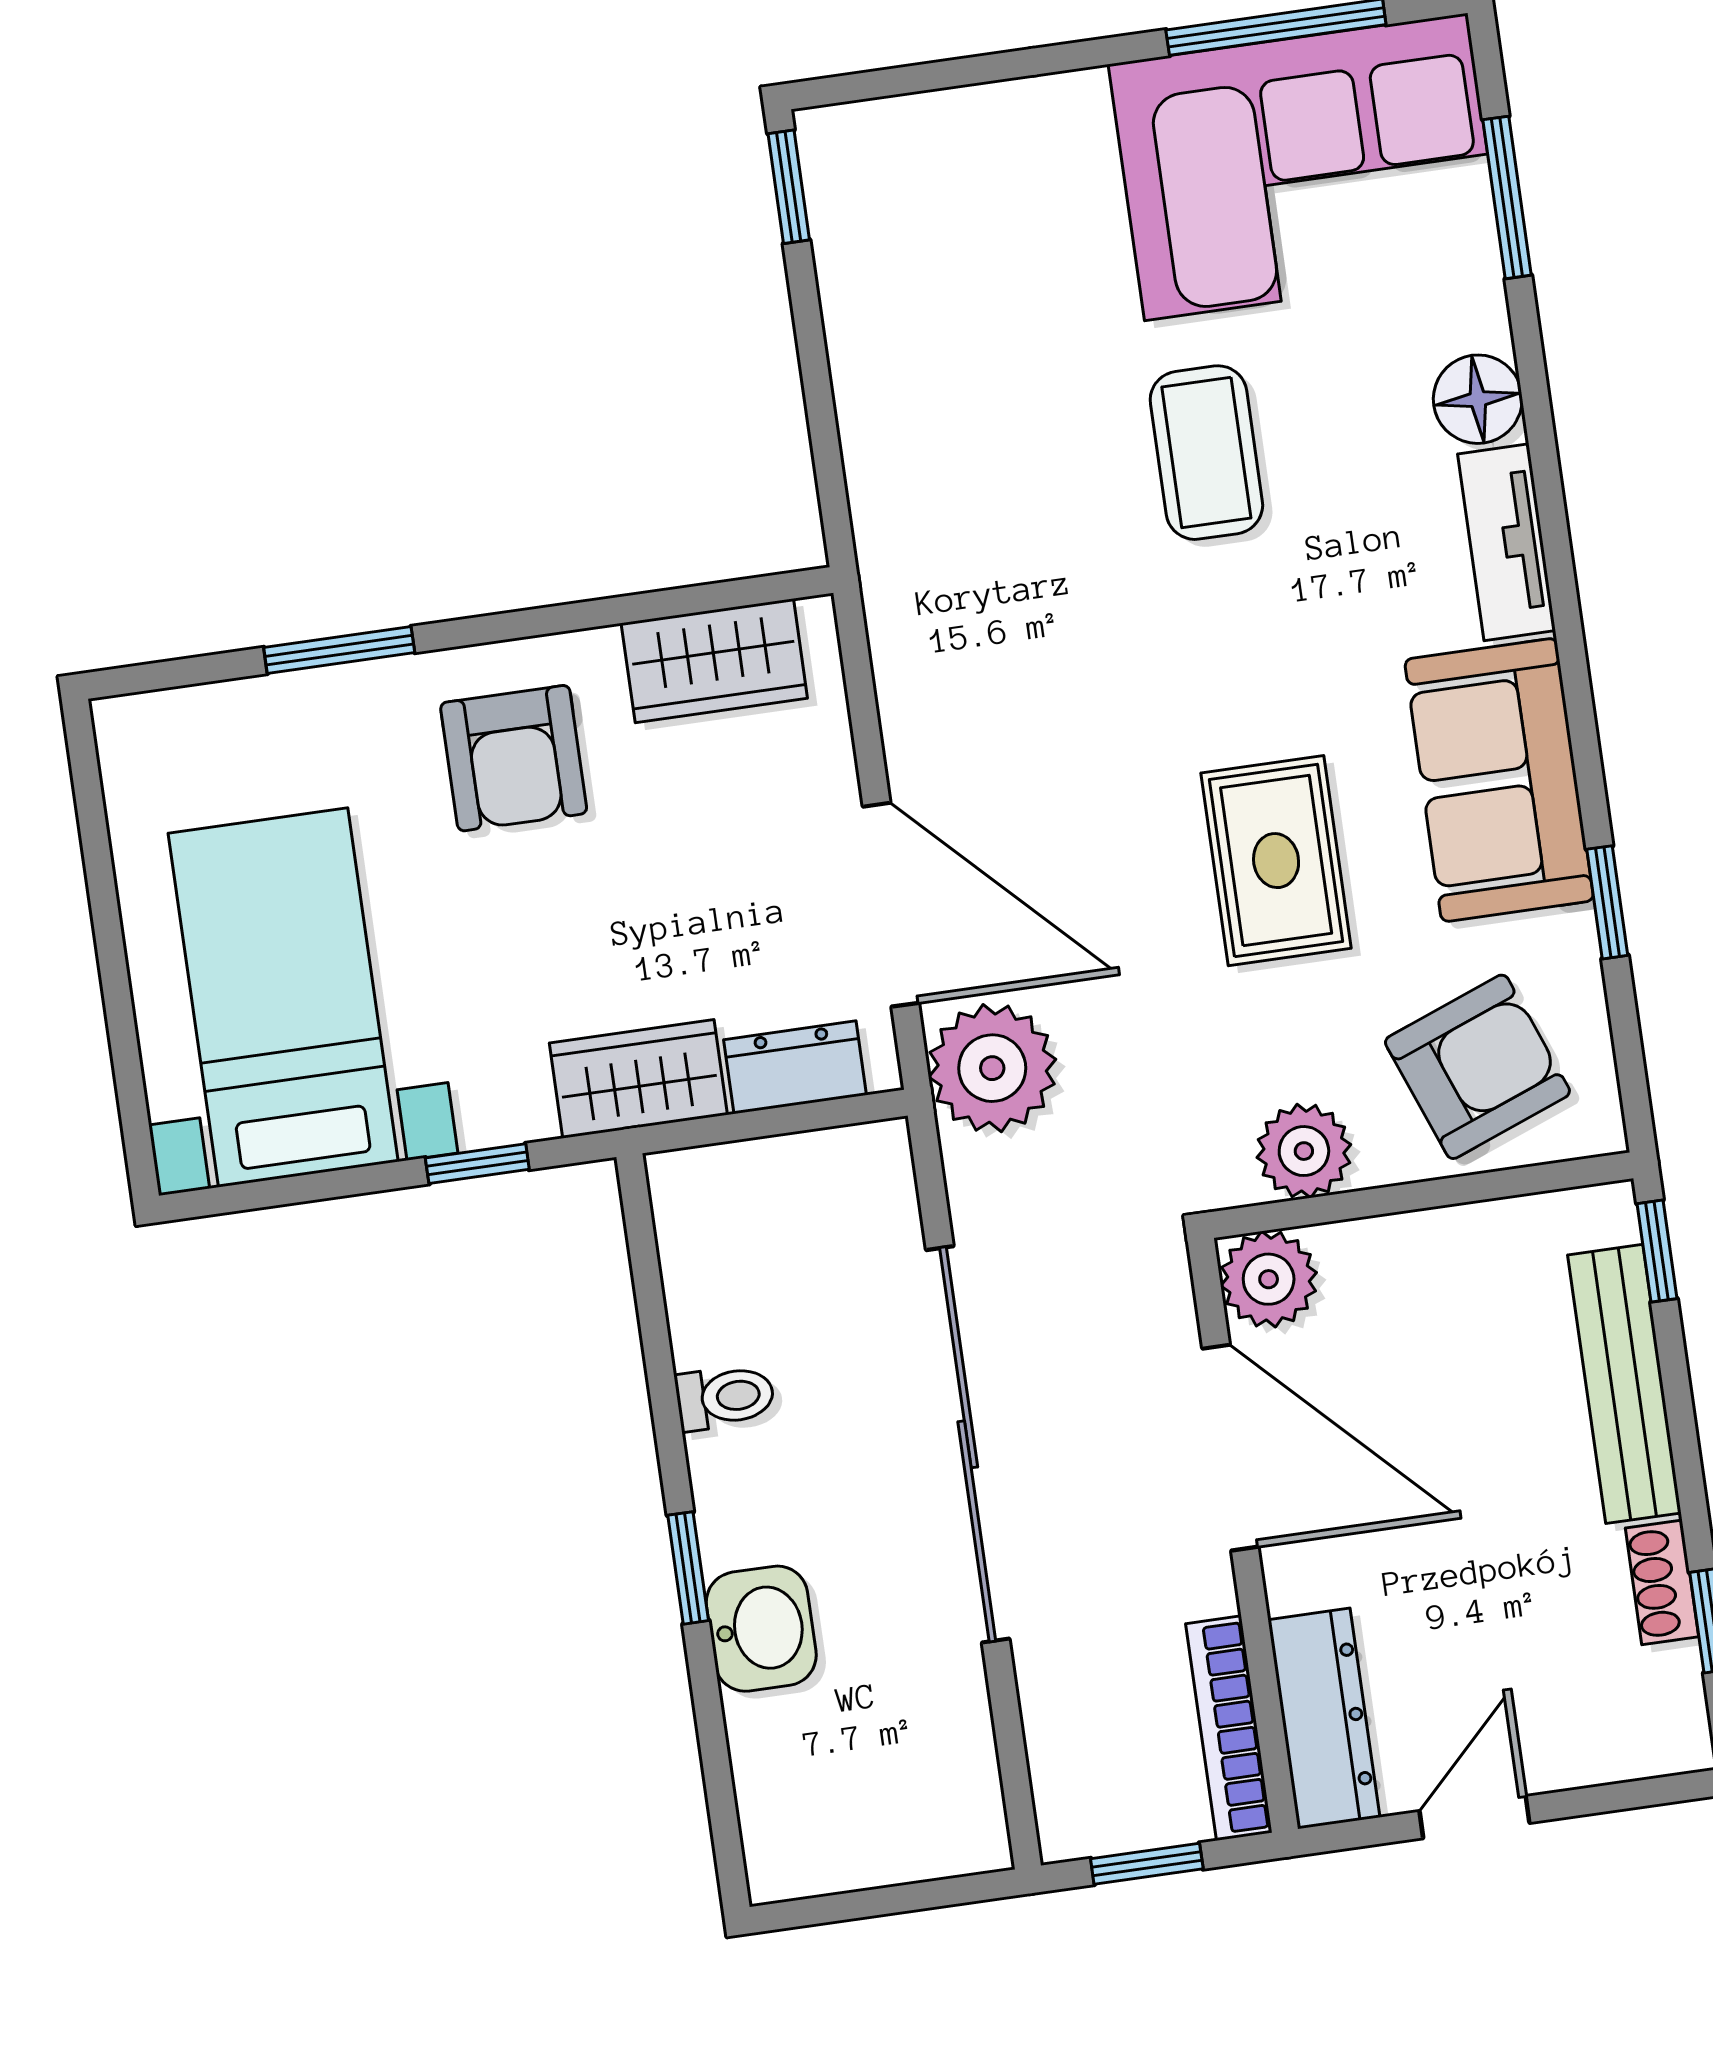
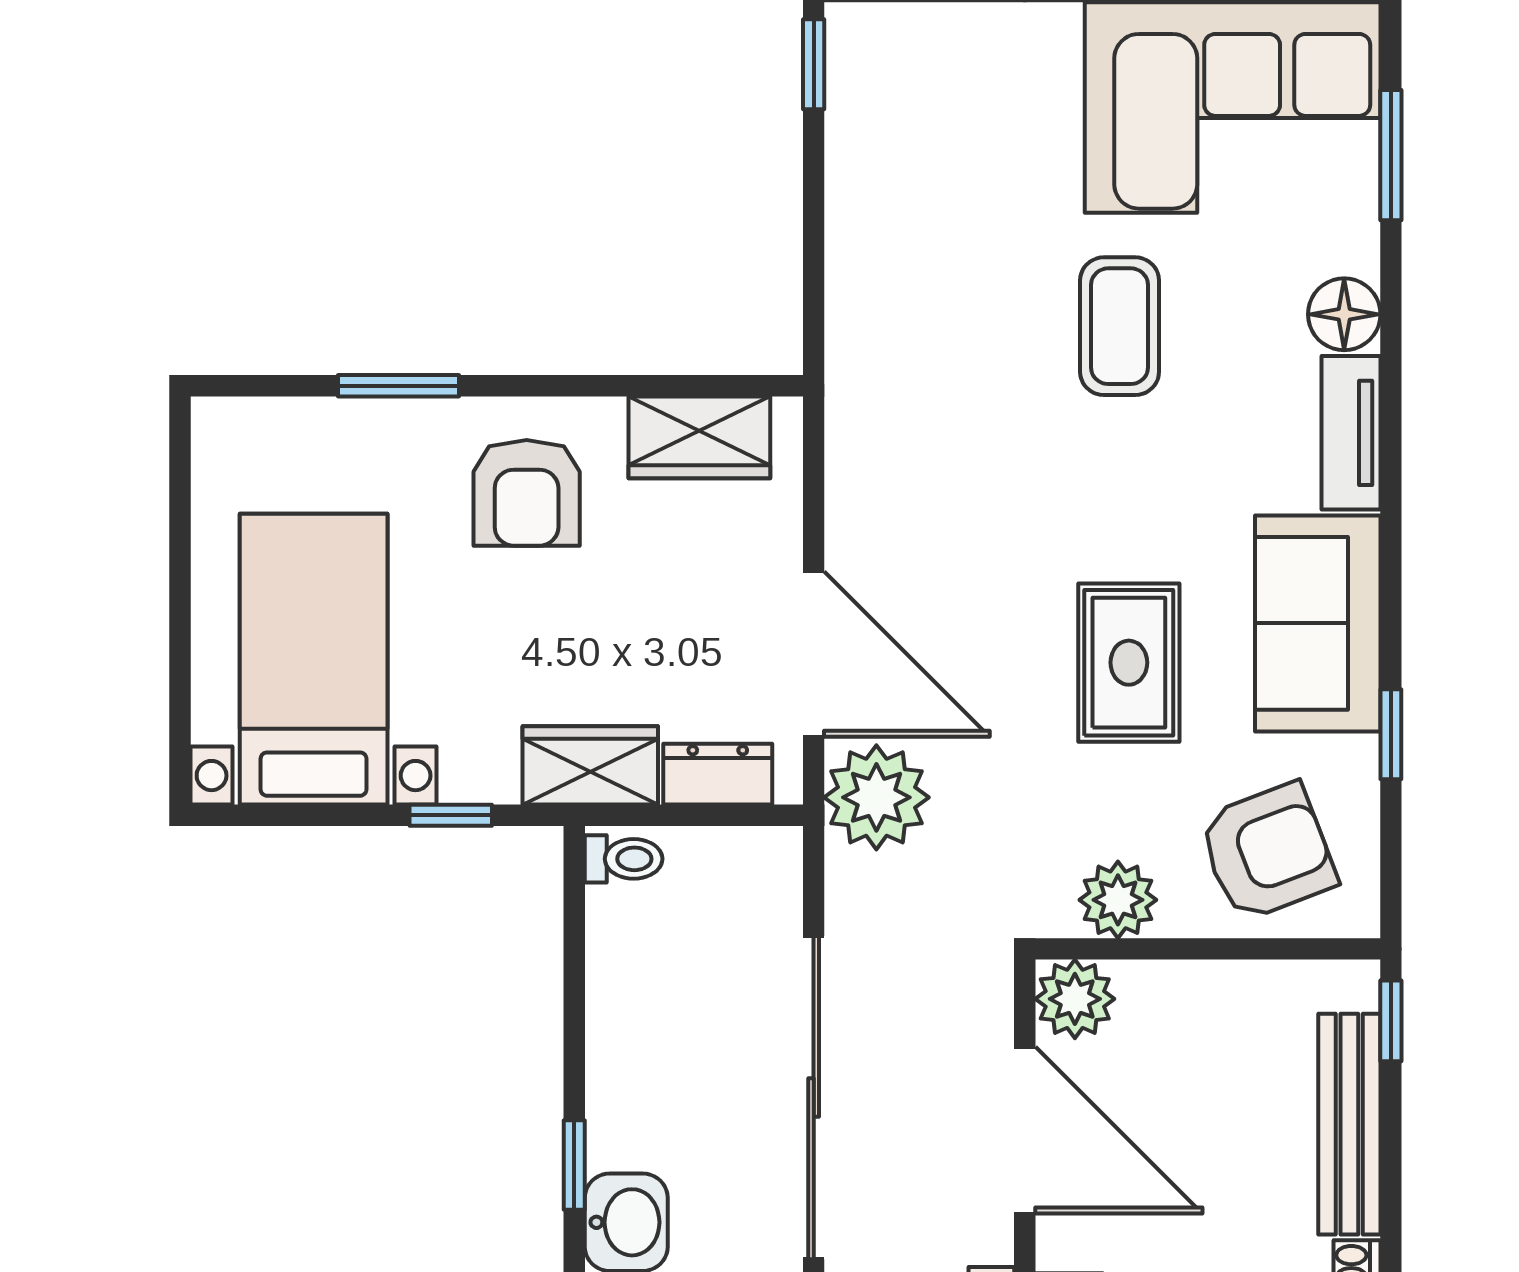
toilet: (725, 1397) -> (624, 859), moved

